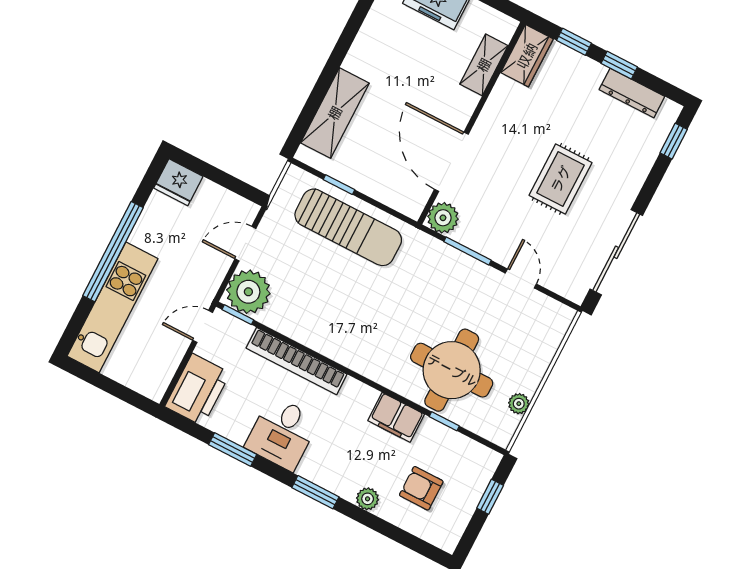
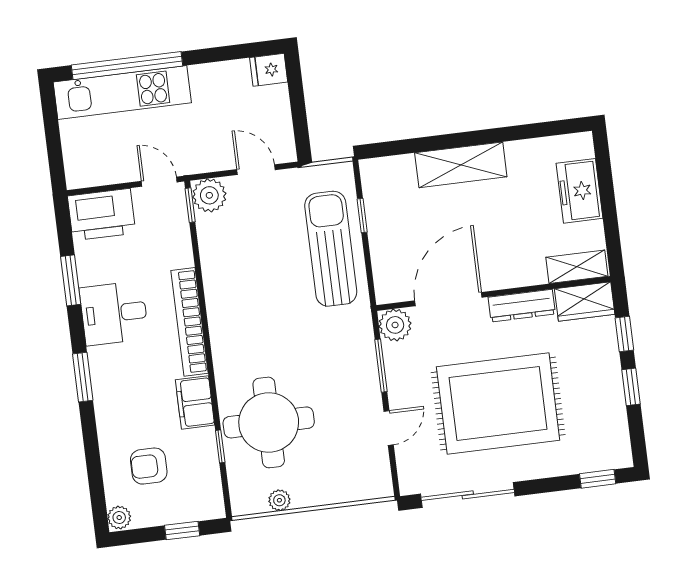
shelving: (484, 65) -> (577, 267), moved
dresser: (632, 93) -> (522, 306), moved, turned -90
shelving: (335, 113) -> (461, 165), moved
rug: (561, 179) -> (498, 403), width x1.86, depth x2.06
fridge: (178, 182) -> (269, 70), width x0.72
sun lounger: (348, 227) -> (331, 249), turned 180
window: (113, 252) -> (127, 66), moved
plant: (248, 292) -> (209, 195), width x0.73, depth x0.73
bookcase: (297, 361) -> (190, 322), moved
armchair: (421, 488) -> (149, 466), turned -90
plant: (368, 499) -> (119, 518), moved

